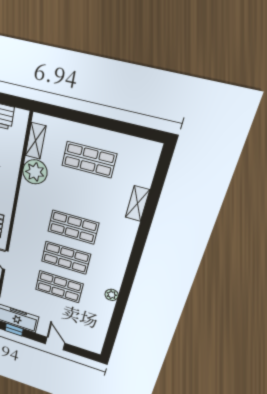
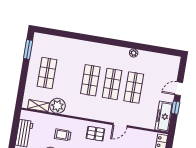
window: (133, 130) -> (28, 49), added
shelving: (137, 204) -> (71, 43), removed
window: (14, 330) -> (176, 108), moved

